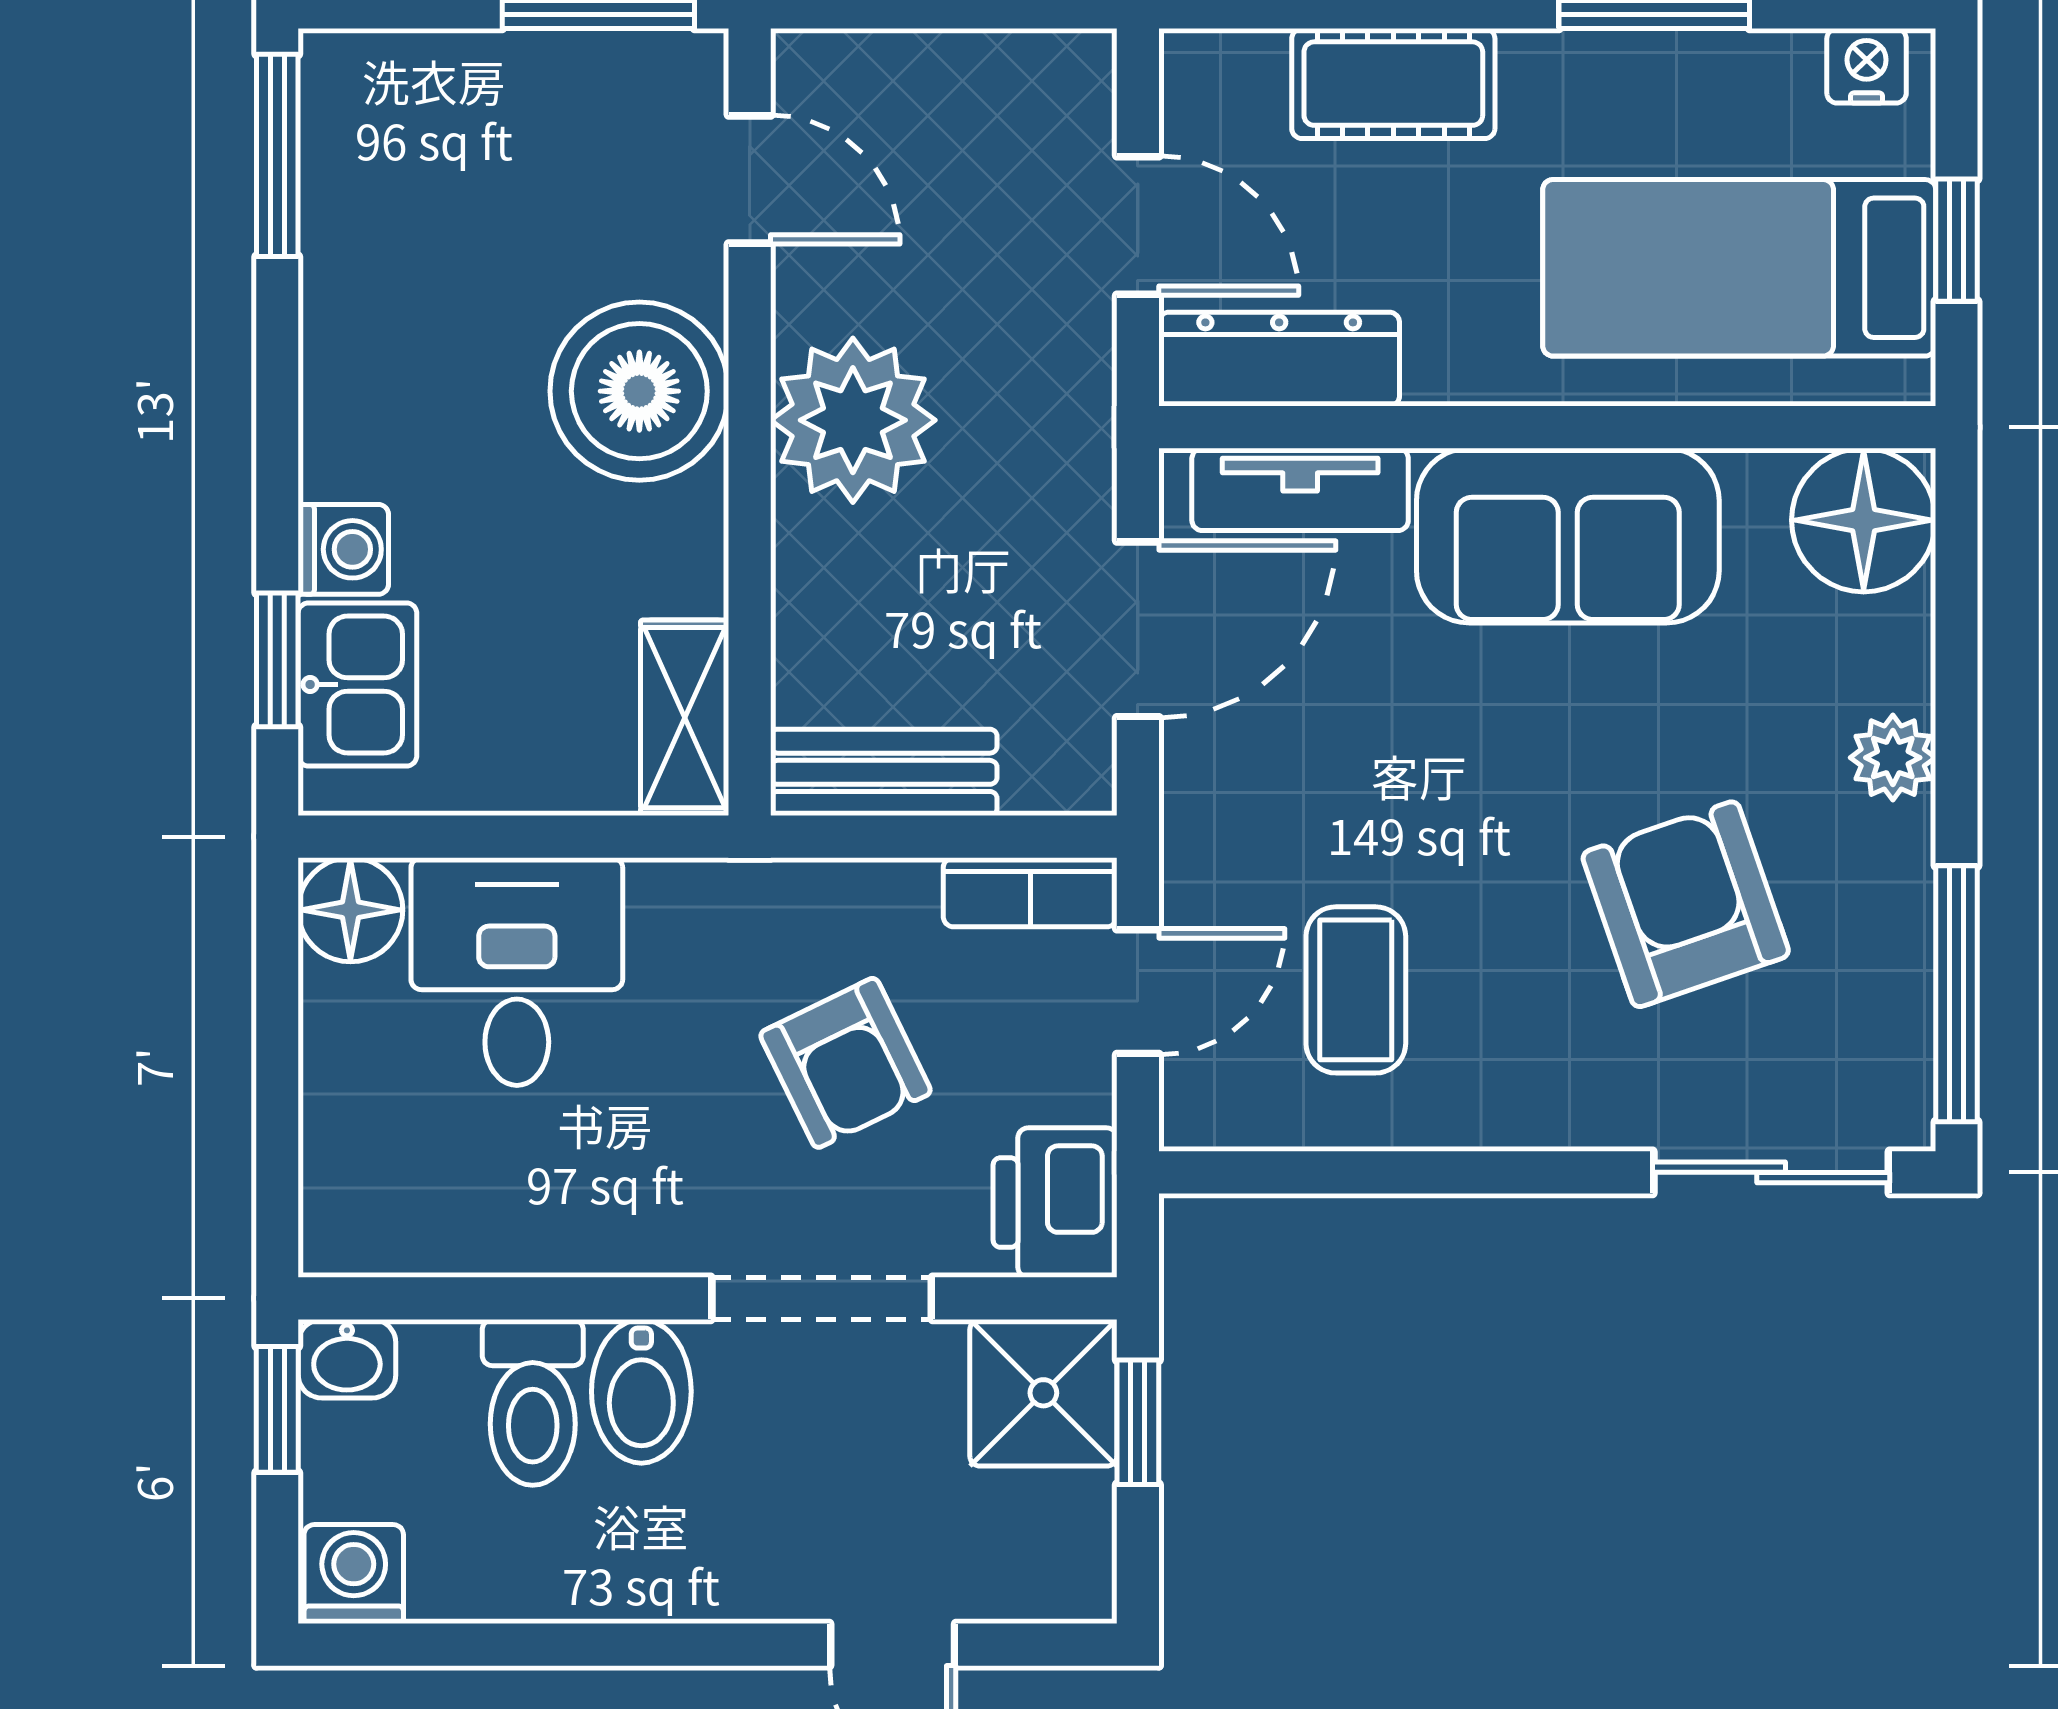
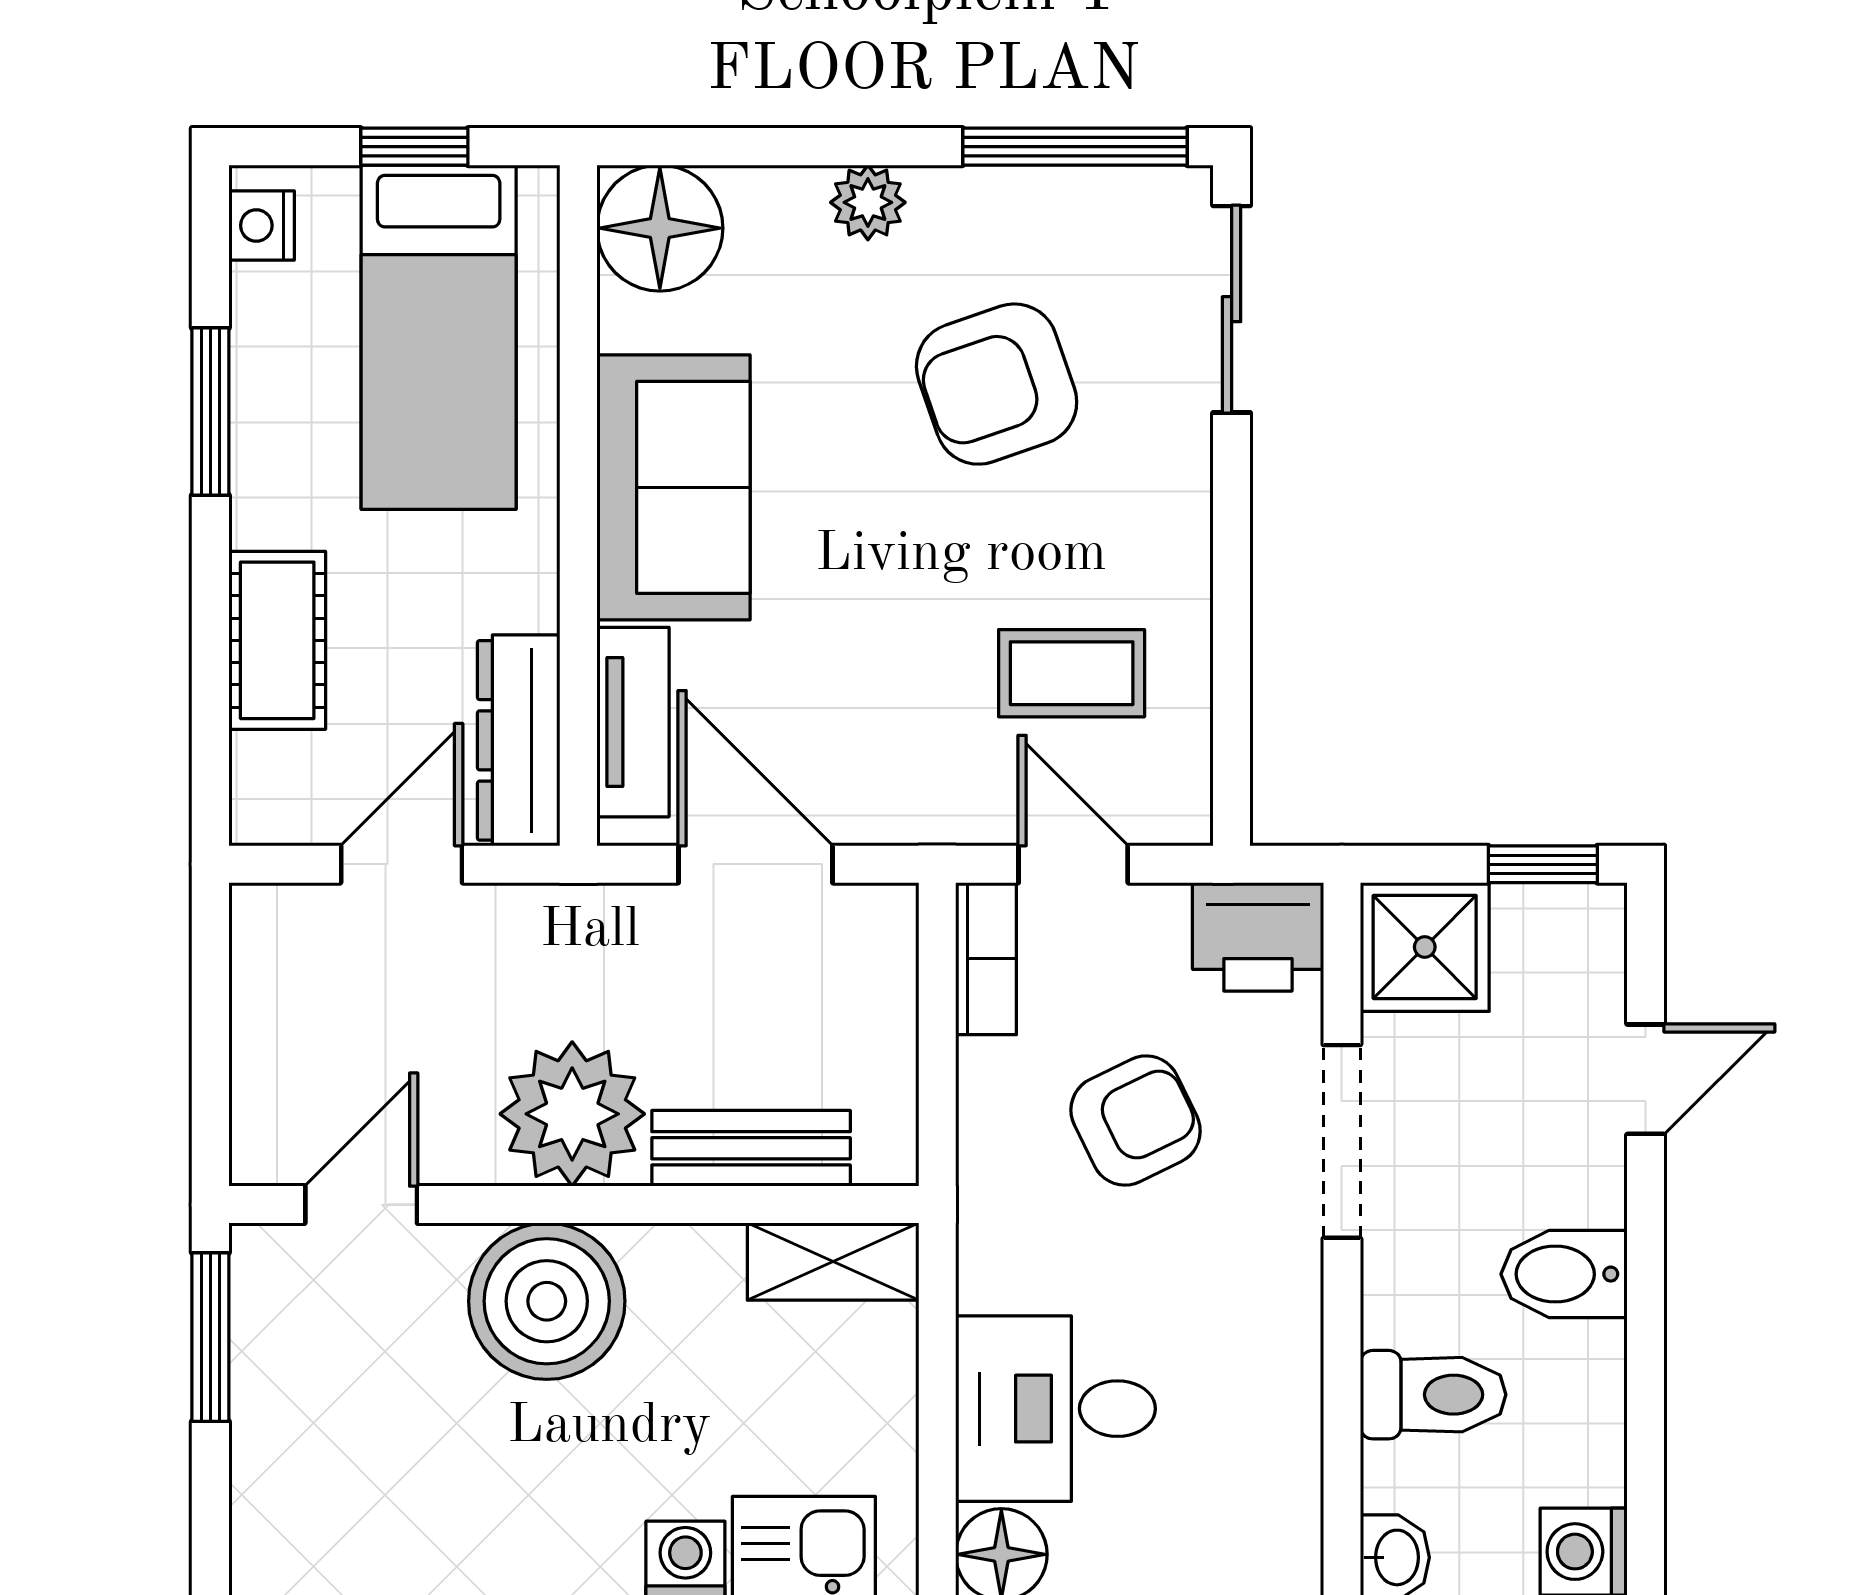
bench: (884, 772) -> (751, 1148), moved, turned 90
bidet: (641, 1391) -> (1564, 1274), moved, turned 180
window: (1138, 1422) -> (1543, 864), moved

